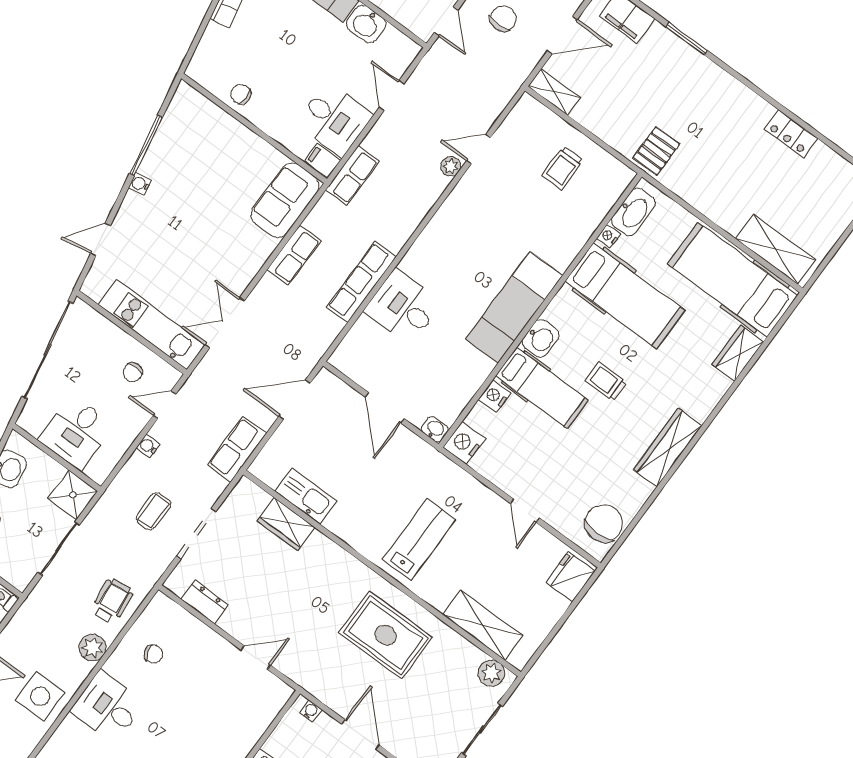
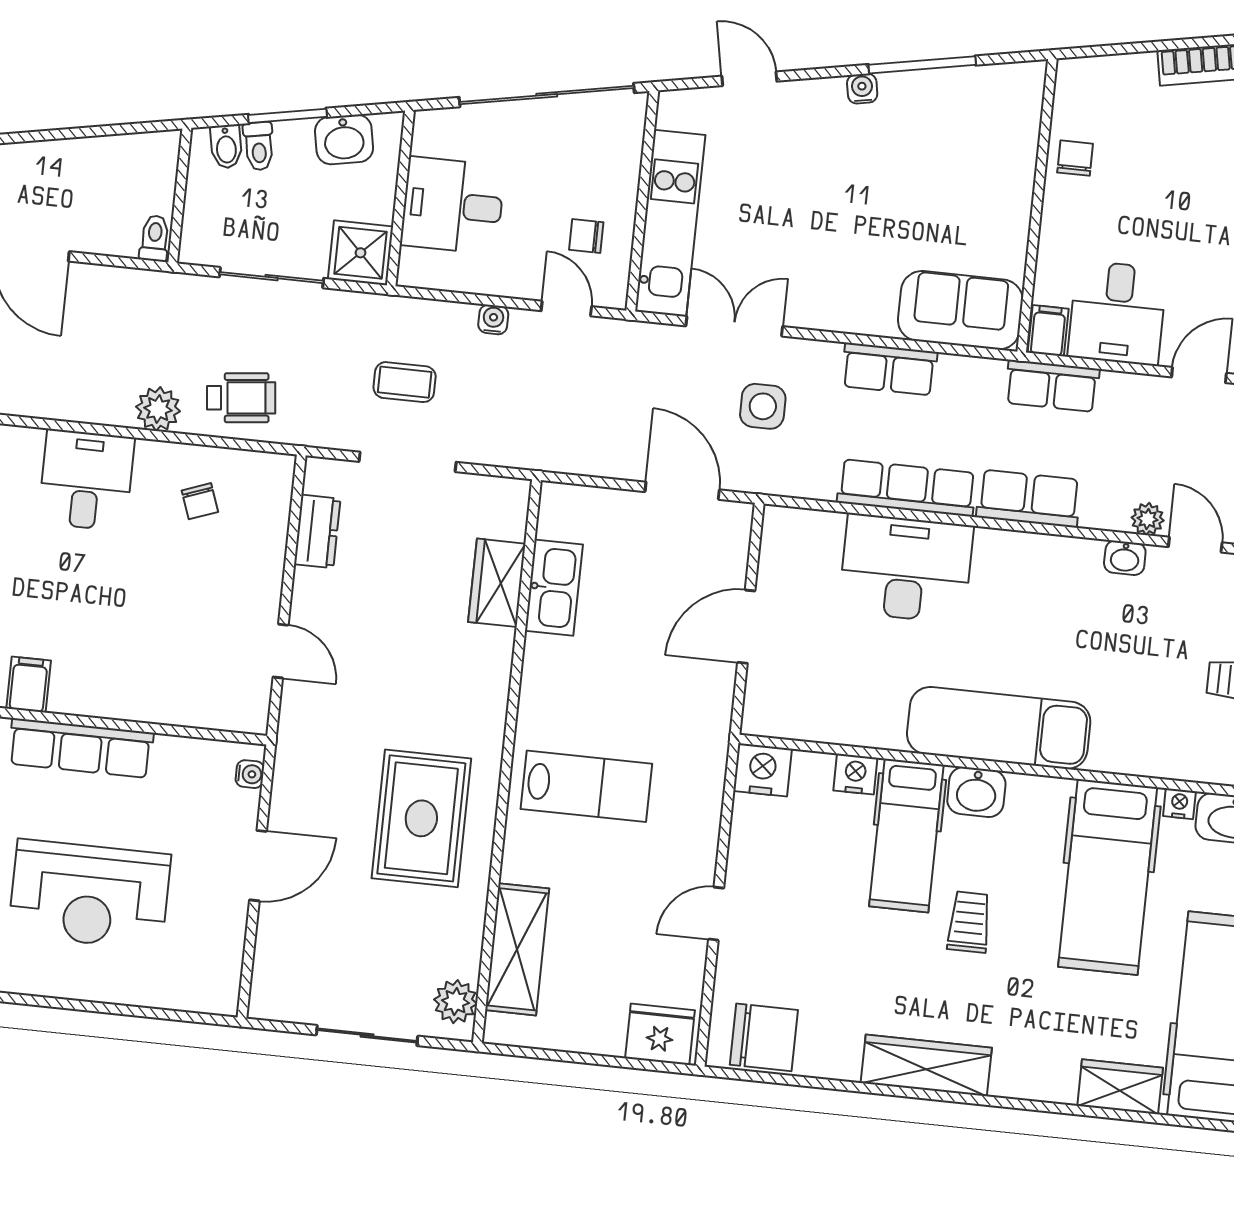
desk: (403, 307) -> (906, 568), width x1.37
washbasin: (435, 429) -> (1125, 558), moved, turned 90
row of seats: (237, 449) -> (1029, 499), moved
side table: (40, 696) -> (763, 406), moved, width x0.73, depth x0.73

